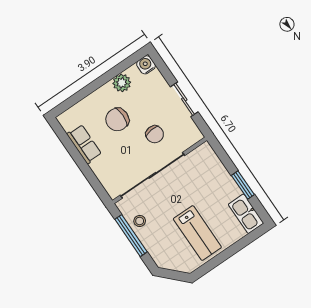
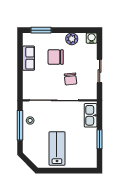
window: (76, 98) -> (41, 30), added
kitchen sink: (246, 214) -> (91, 115), moved
lab bench: (197, 233) -> (57, 148), turned 180

